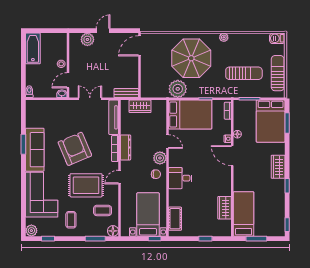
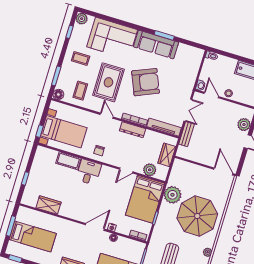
bench: (126, 93) -> (187, 134), moved
plant: (160, 158) -> (150, 170), moved
bed: (244, 214) -> (33, 237), moved
cot: (175, 219) -> (68, 161), moved

